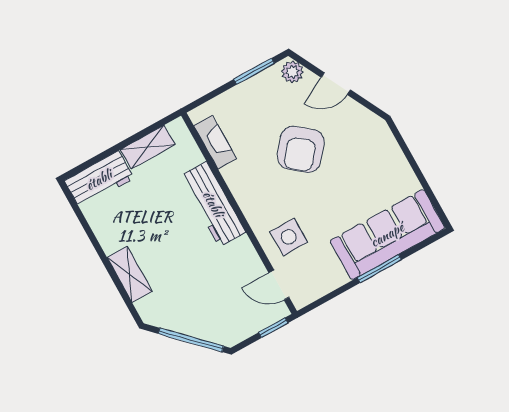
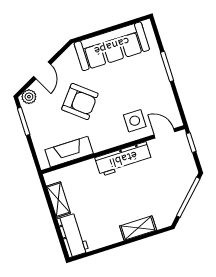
fireplace: (215, 142) -> (69, 152), width x1.37, depth x1.32
workbench: (213, 204) -> (123, 159), moved
sofa: (387, 235) -> (112, 46), moved, turned -90
door: (279, 285) -> (164, 133), swing flipped

